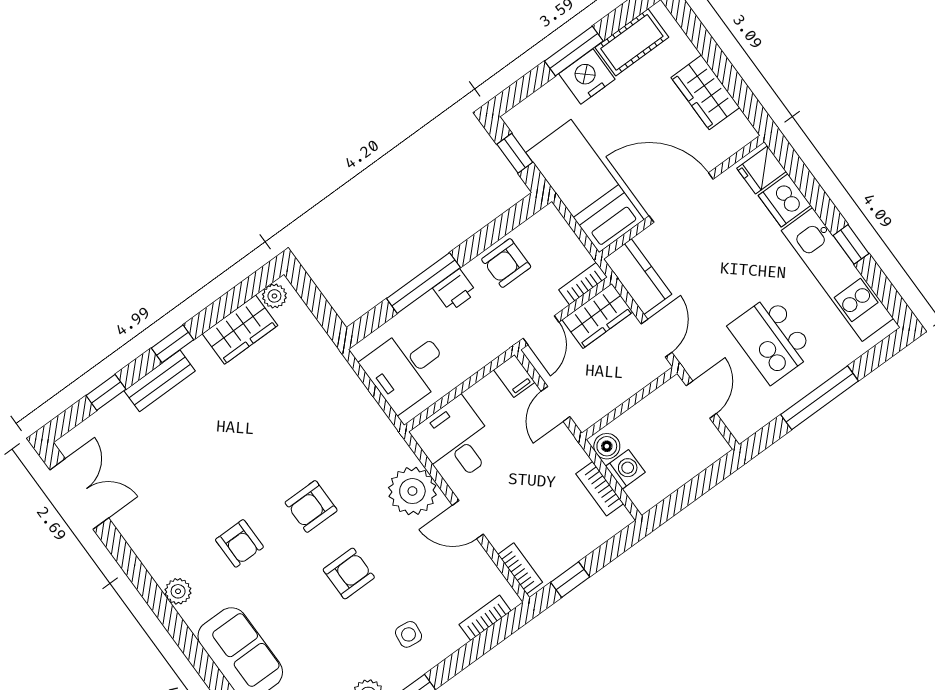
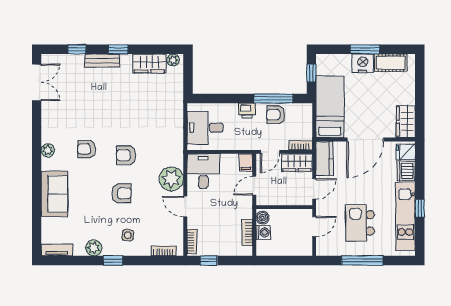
wardrobe: (705, 92) -> (406, 122), moved
door: (681, 198) -> (365, 140), swing flipped
window: (423, 283) -> (273, 98), moved
armchair: (239, 543) -> (86, 149), turned 90

